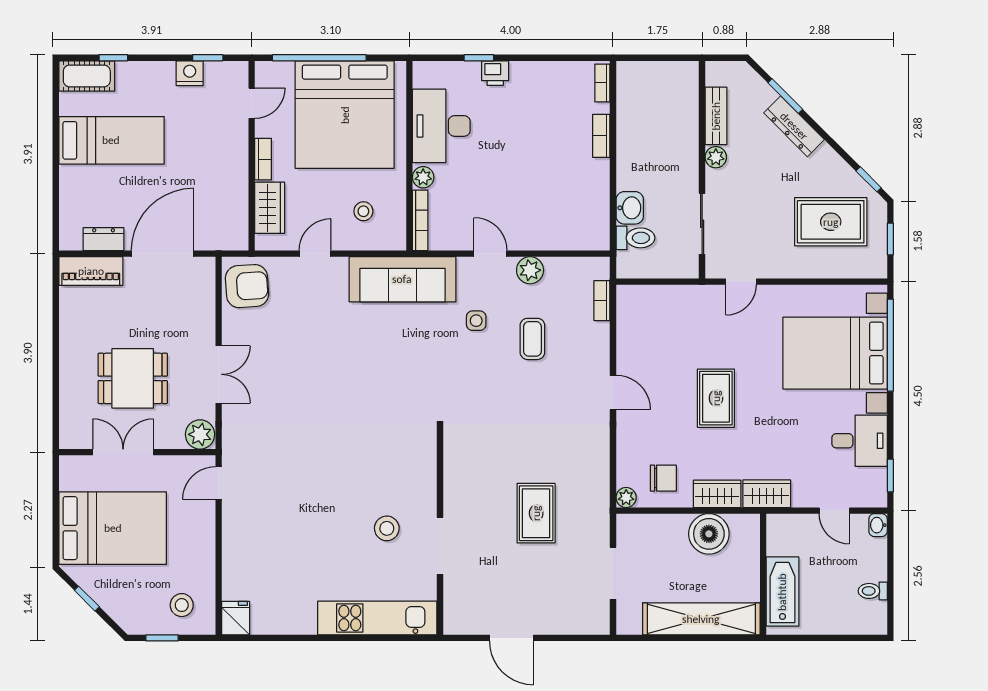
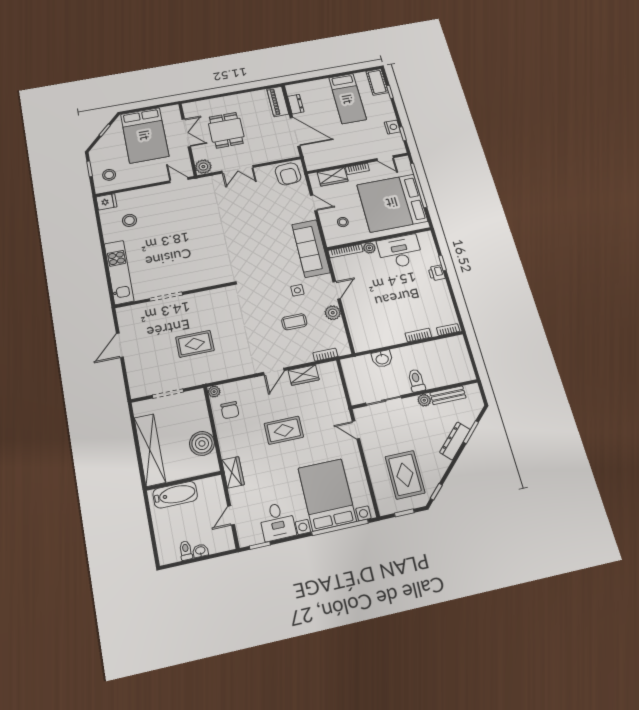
toilet: (635, 238) -> (416, 381), moved, turned 180
wardrobe: (717, 494) -> (304, 375), moved, turned 90
washbasin: (878, 525) -> (200, 551), moved
stool: (387, 528) -> (129, 220), moved

